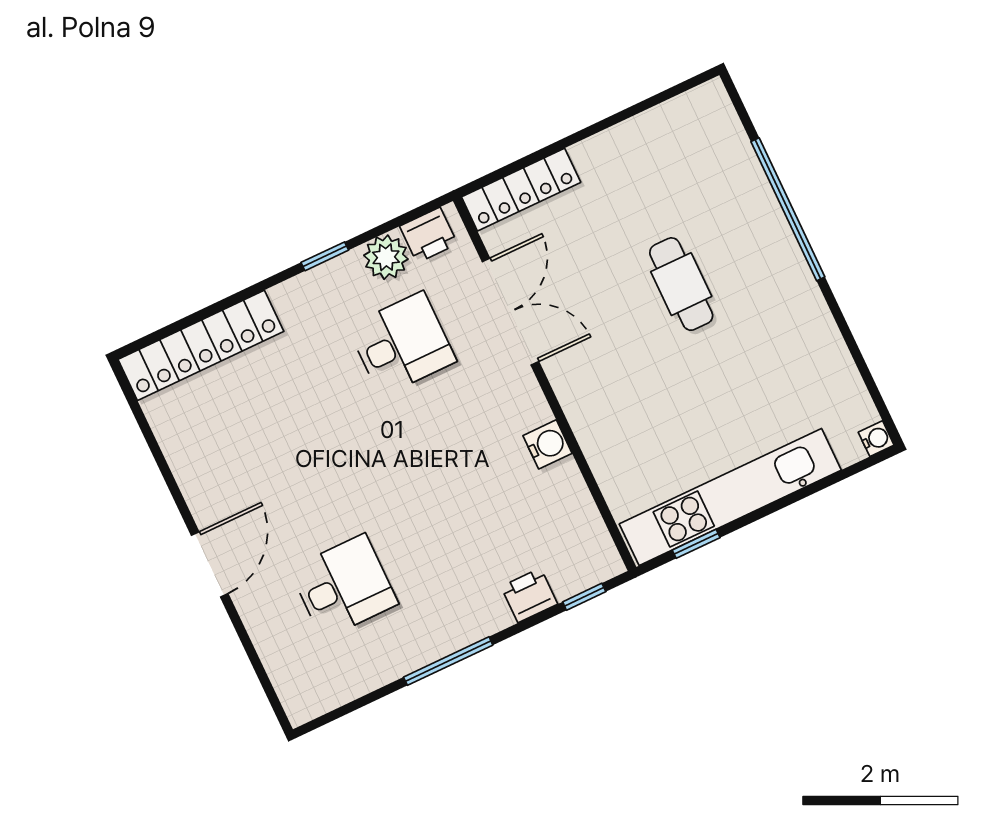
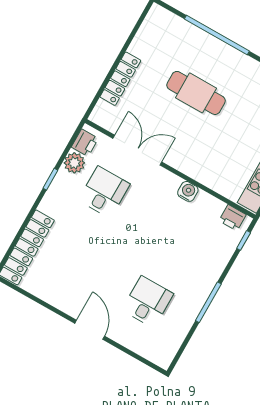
locker: (521, 190) -> (120, 79), moved
cafe table: (681, 284) -> (196, 93), width x1.37, depth x1.35
printer: (529, 595) -> (232, 218), moved, turned -90

